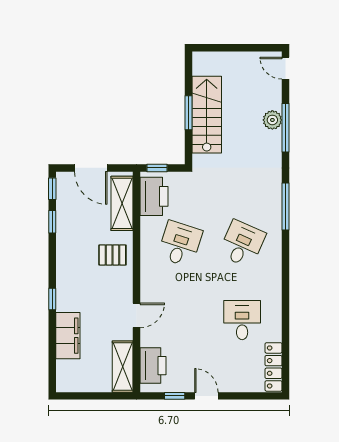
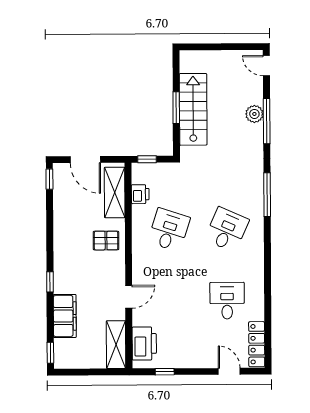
printer: (154, 196) -> (140, 194), width x0.53, depth x0.68
window: (52, 222) -> (50, 353), moved
door: (206, 396) -> (229, 371), moved

